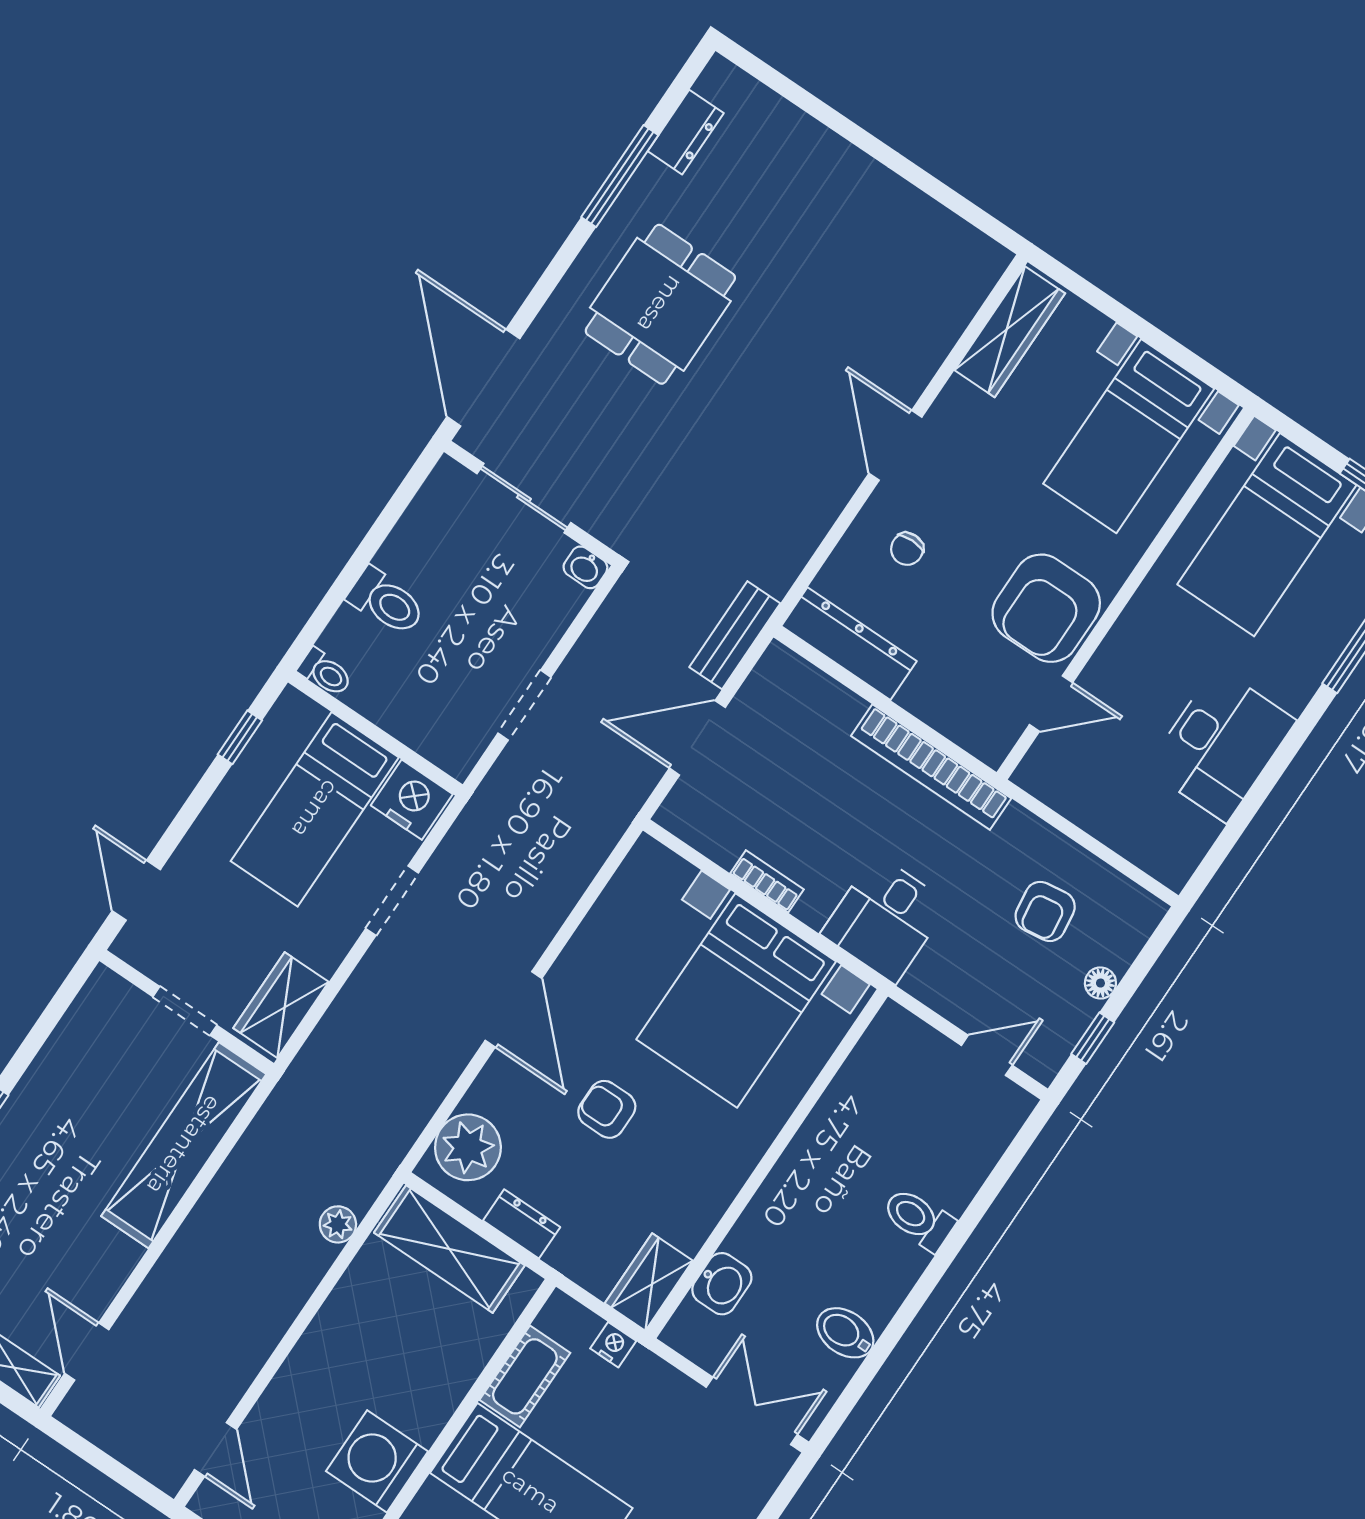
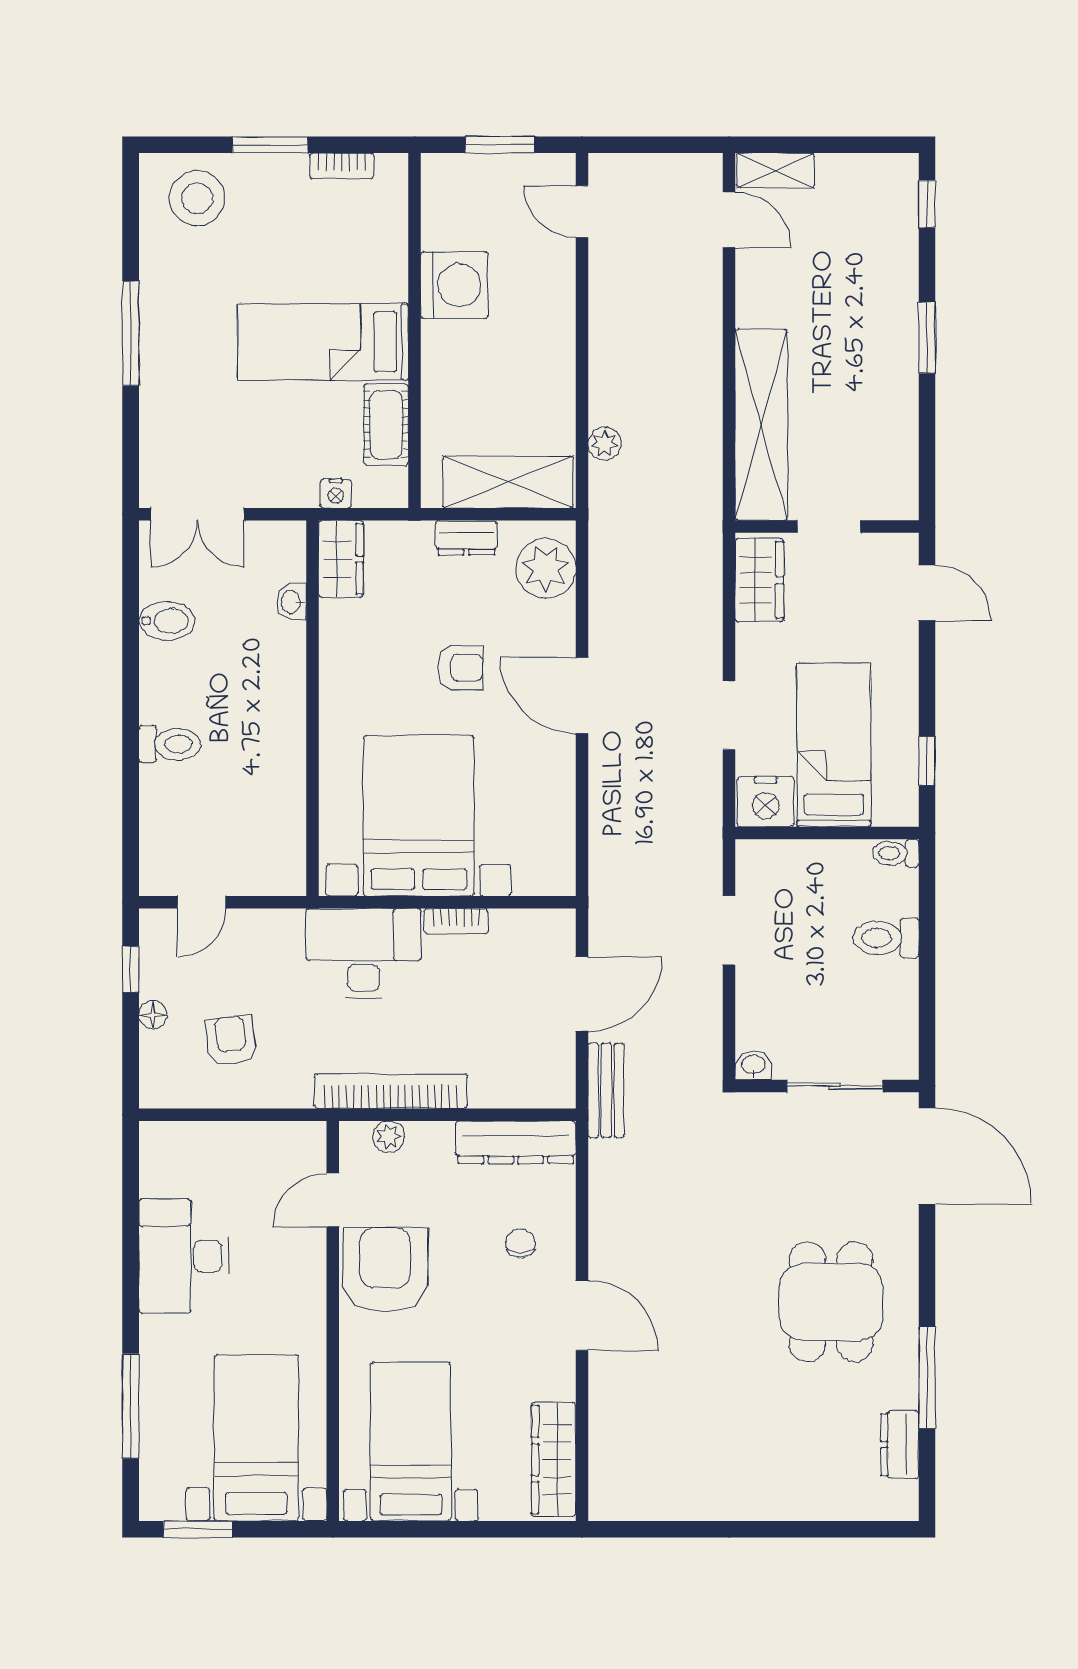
plant: (961, 727) -> (389, 1137), added
desk: (885, 919) -> (364, 954), width x1.37
washbasin: (722, 1284) -> (291, 602), width x0.72, depth x0.69

